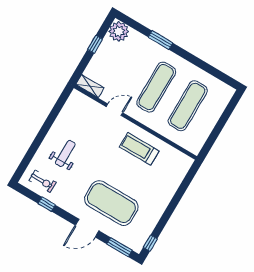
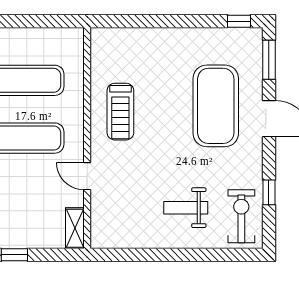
exercise bike: (43, 181) -> (241, 216), width x1.38, depth x1.39

